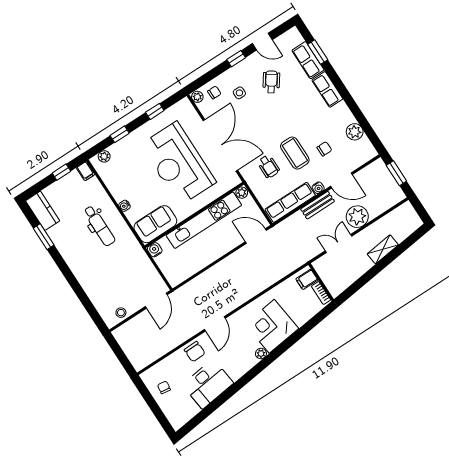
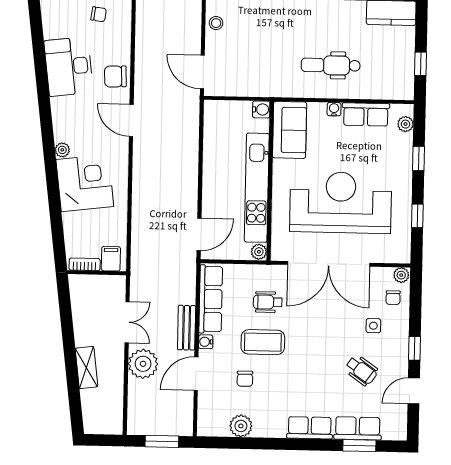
filing cabinet: (86, 171) -> (403, 92), removed
row of seats: (115, 184) -> (366, 114), added

